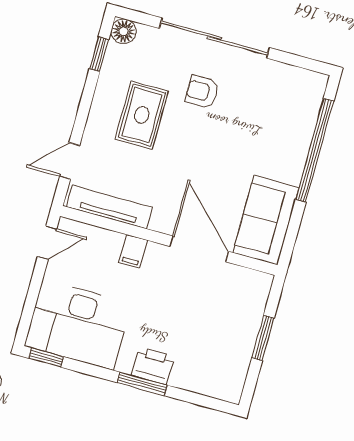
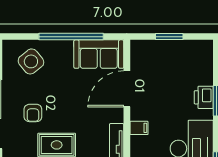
side table: (284, 111) -> (31, 61), added
window: (315, 150) -> (71, 37), moved

